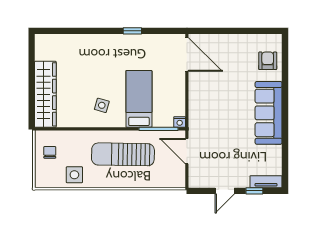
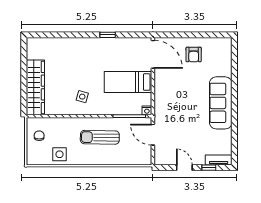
armchair: (268, 61) -> (194, 55), moved, turned 180
bed: (139, 99) -> (128, 82), moved, turned -90
sun lounger: (123, 154) -> (100, 137), width x0.73, depth x0.75
door: (225, 191) -> (184, 168), swing flipped

